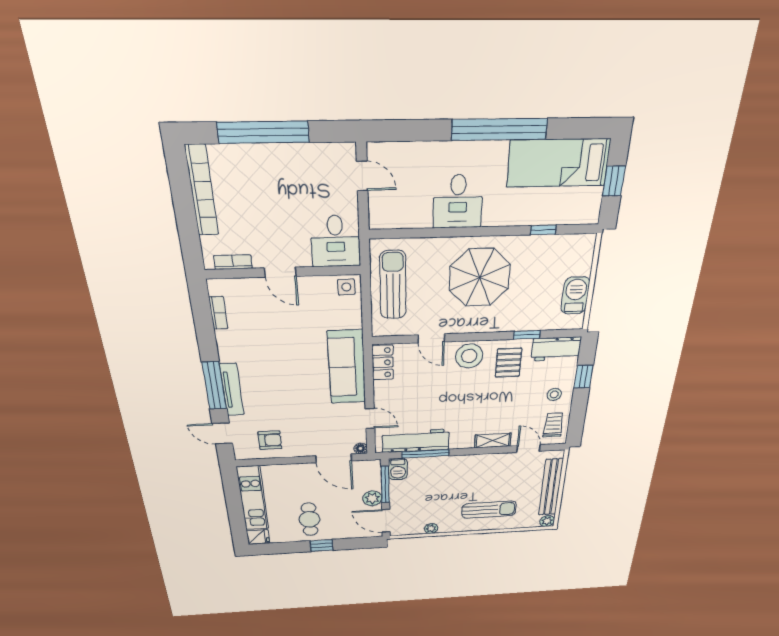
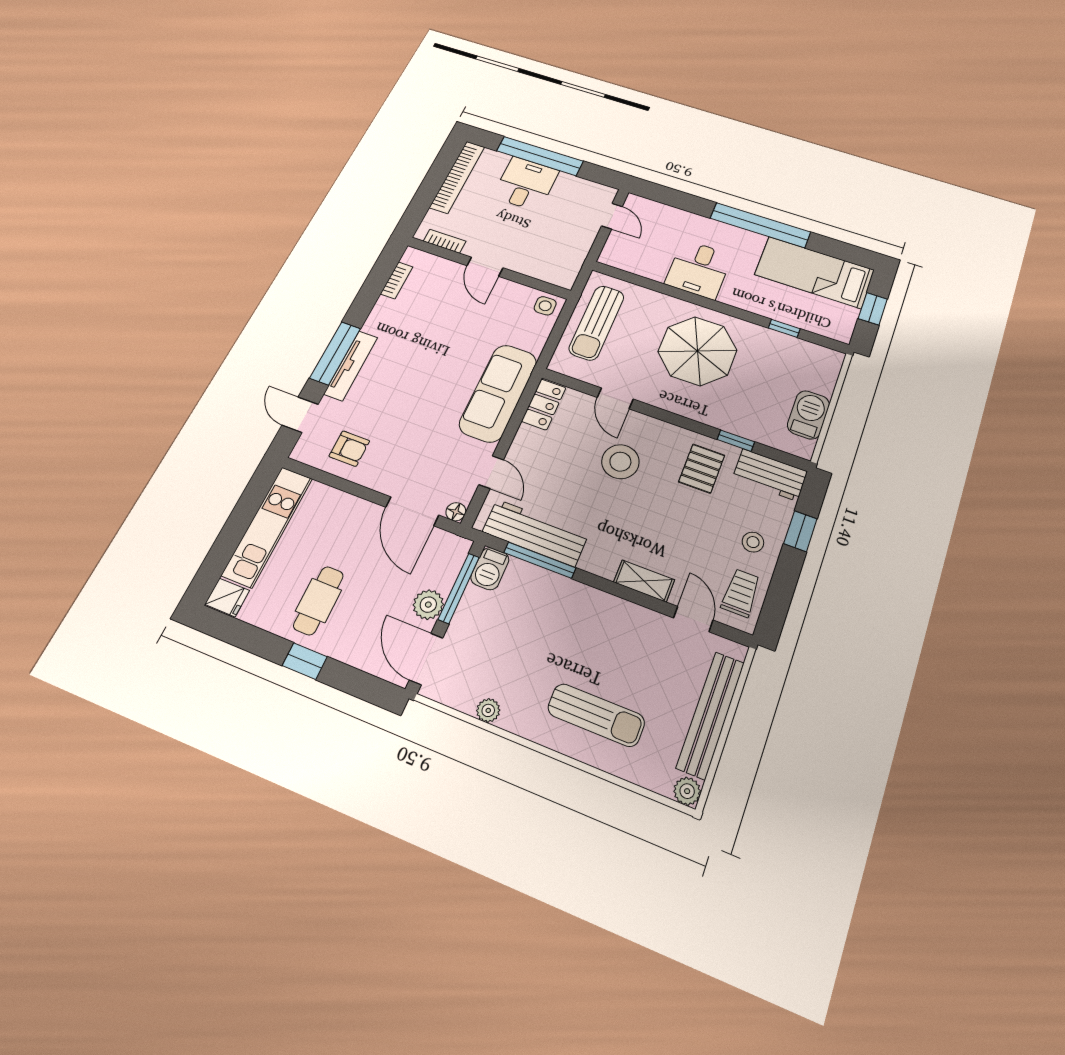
desk: (336, 241) -> (526, 184), moved, turned 180
sun lounger: (393, 285) -> (597, 323), turned 180
stool: (469, 356) -> (620, 462), moved

